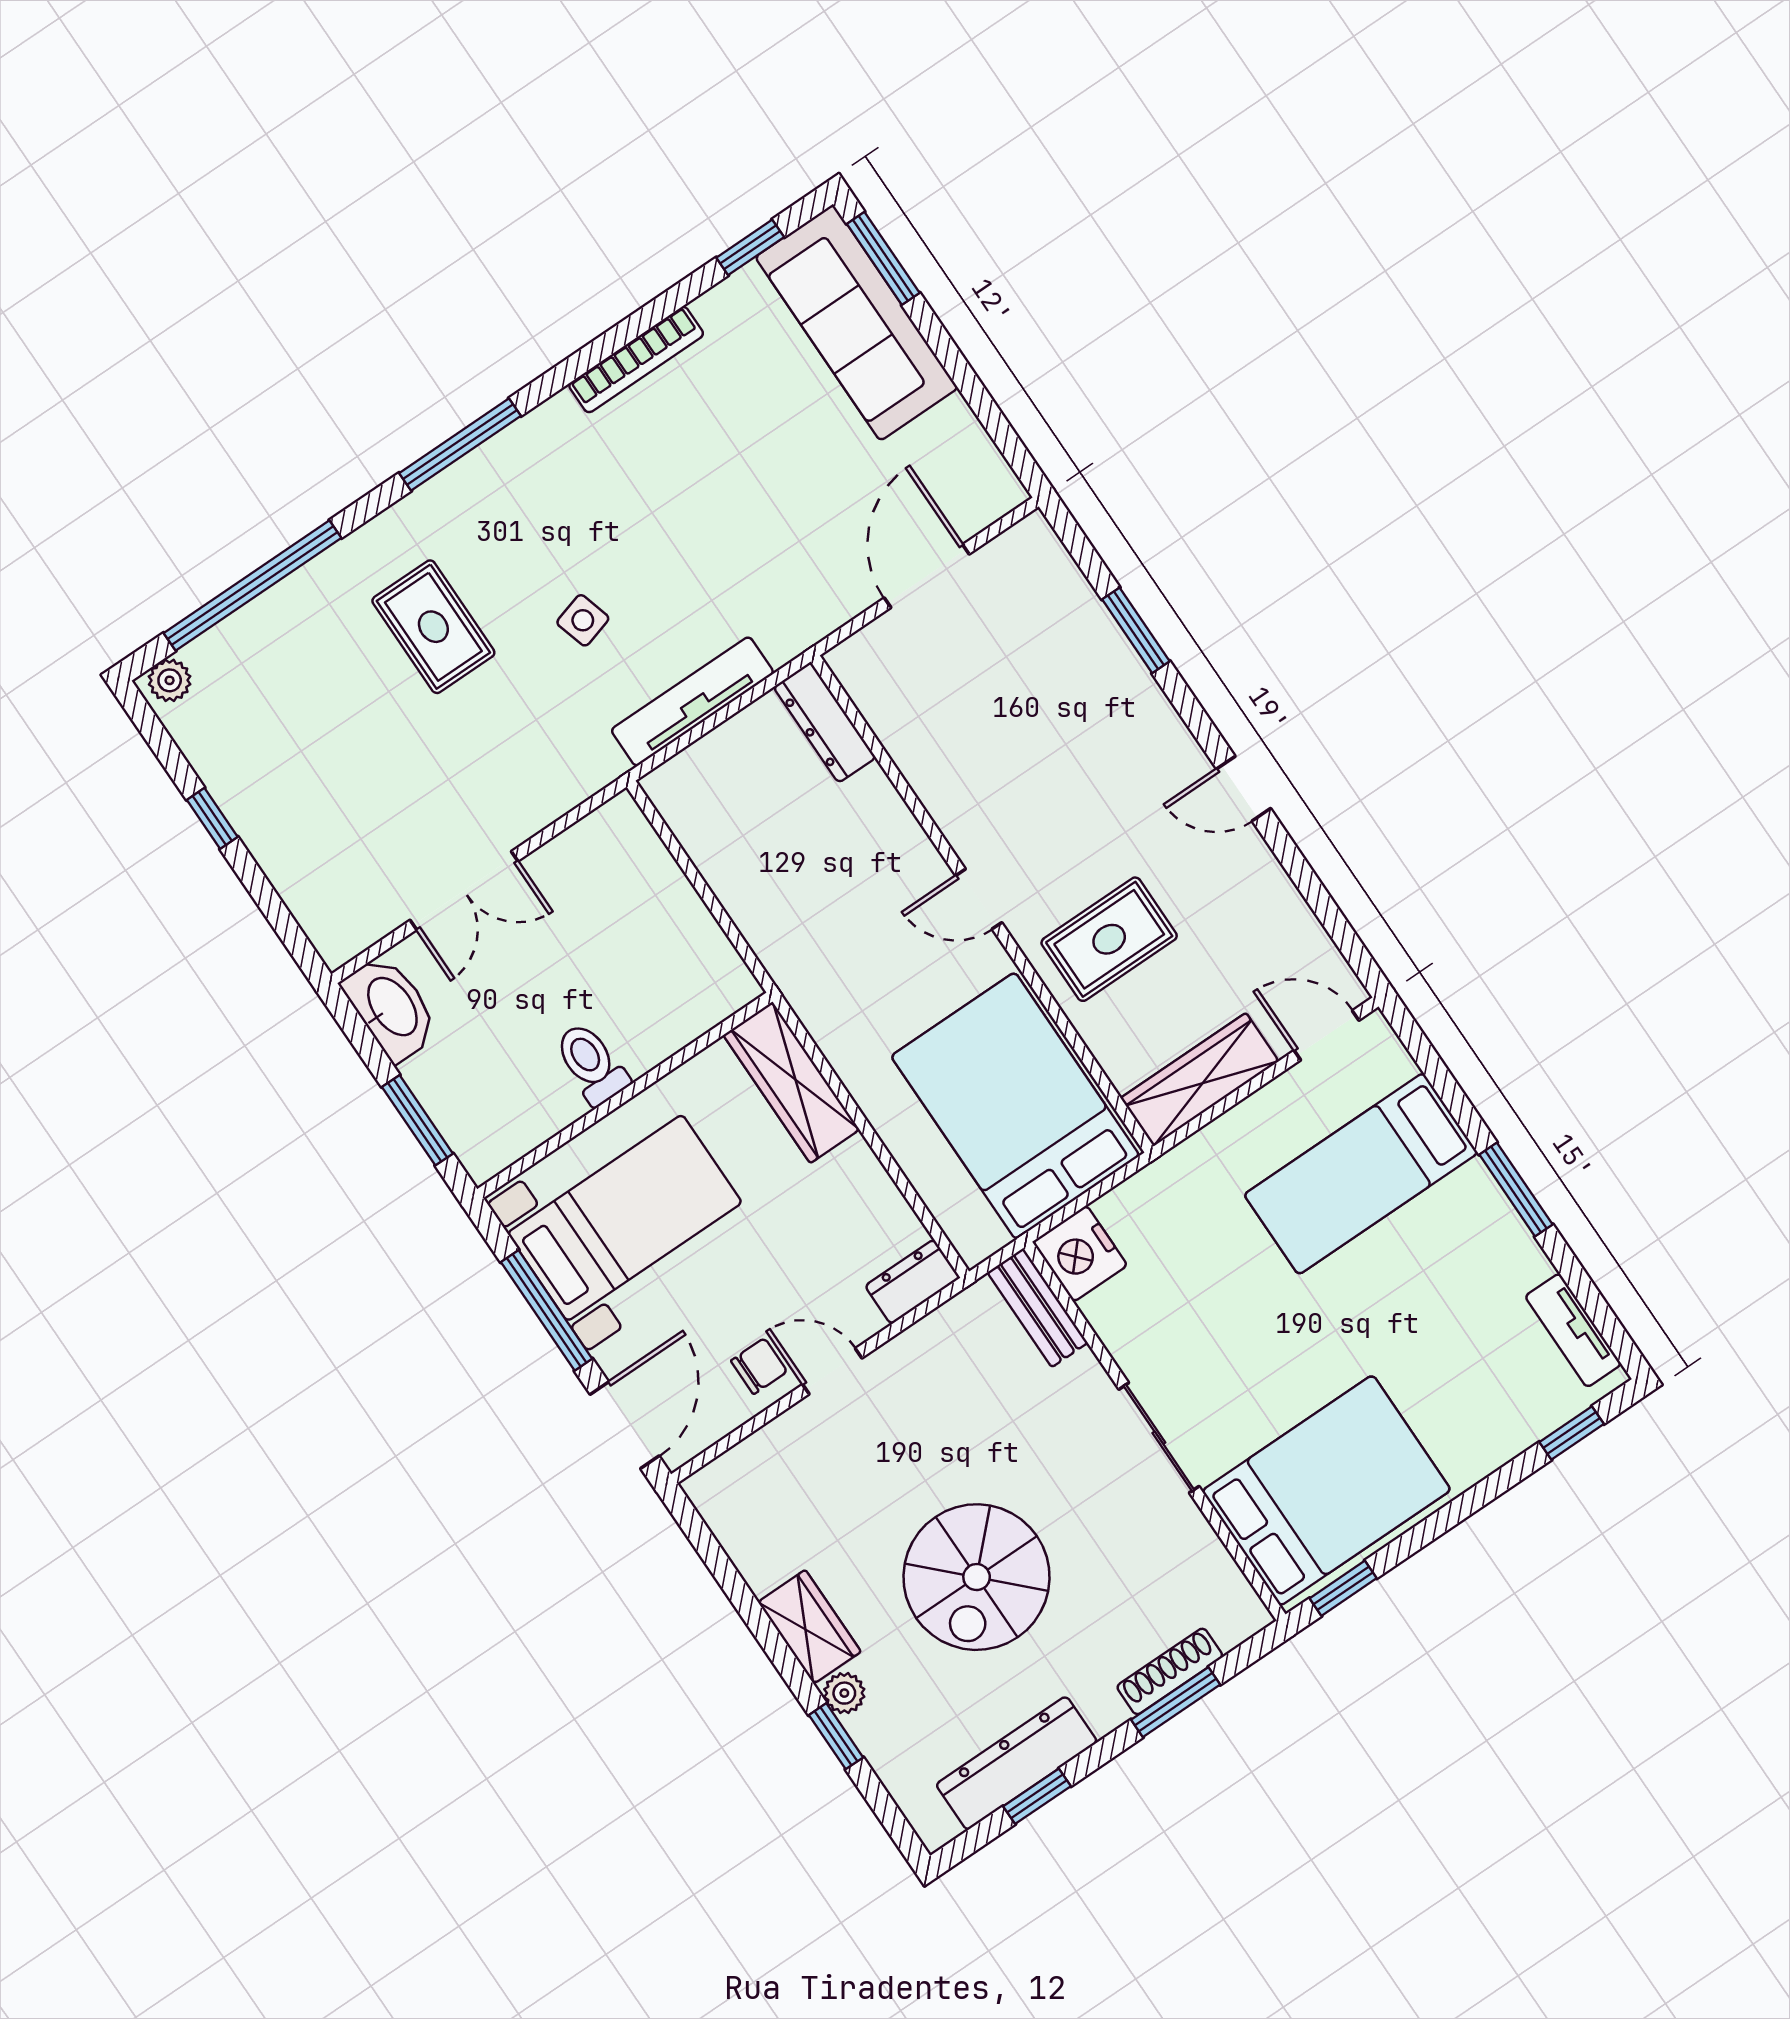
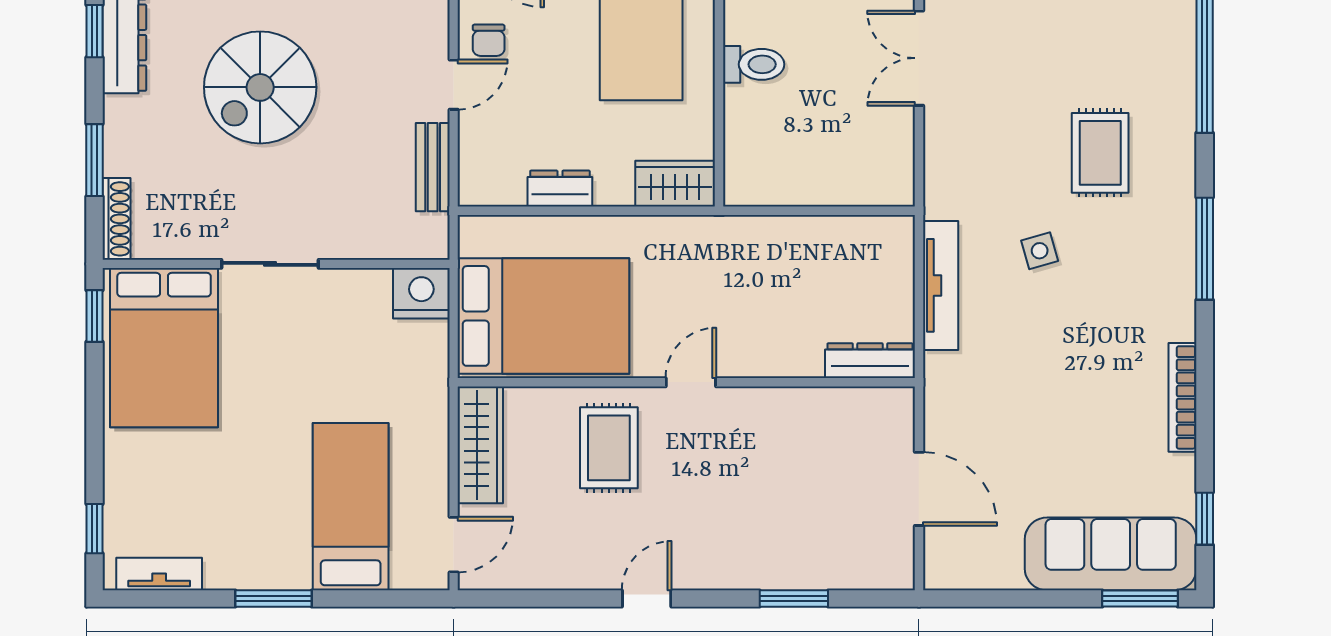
rug: (433, 627) -> (1100, 153), turned 90
wardrobe: (791, 1082) -> (675, 184), width x0.67
dresser: (913, 1282) -> (560, 189), moved, turned -90
bench: (1038, 1308) -> (433, 167), moved, turned 90
spiral stairs: (977, 1577) -> (260, 87), turned -90
shoe rack: (1170, 1671) -> (117, 219), moved

